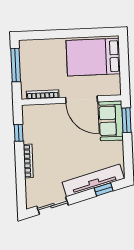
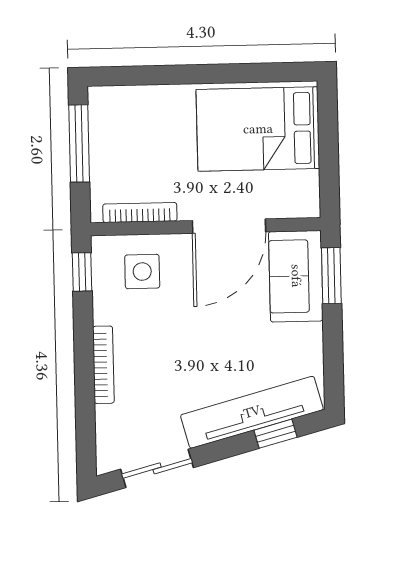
door: (82, 100) -> (229, 226), hinge flipped
side table: (44, 120) -> (142, 272), added
window: (19, 133) -> (82, 272), moved

